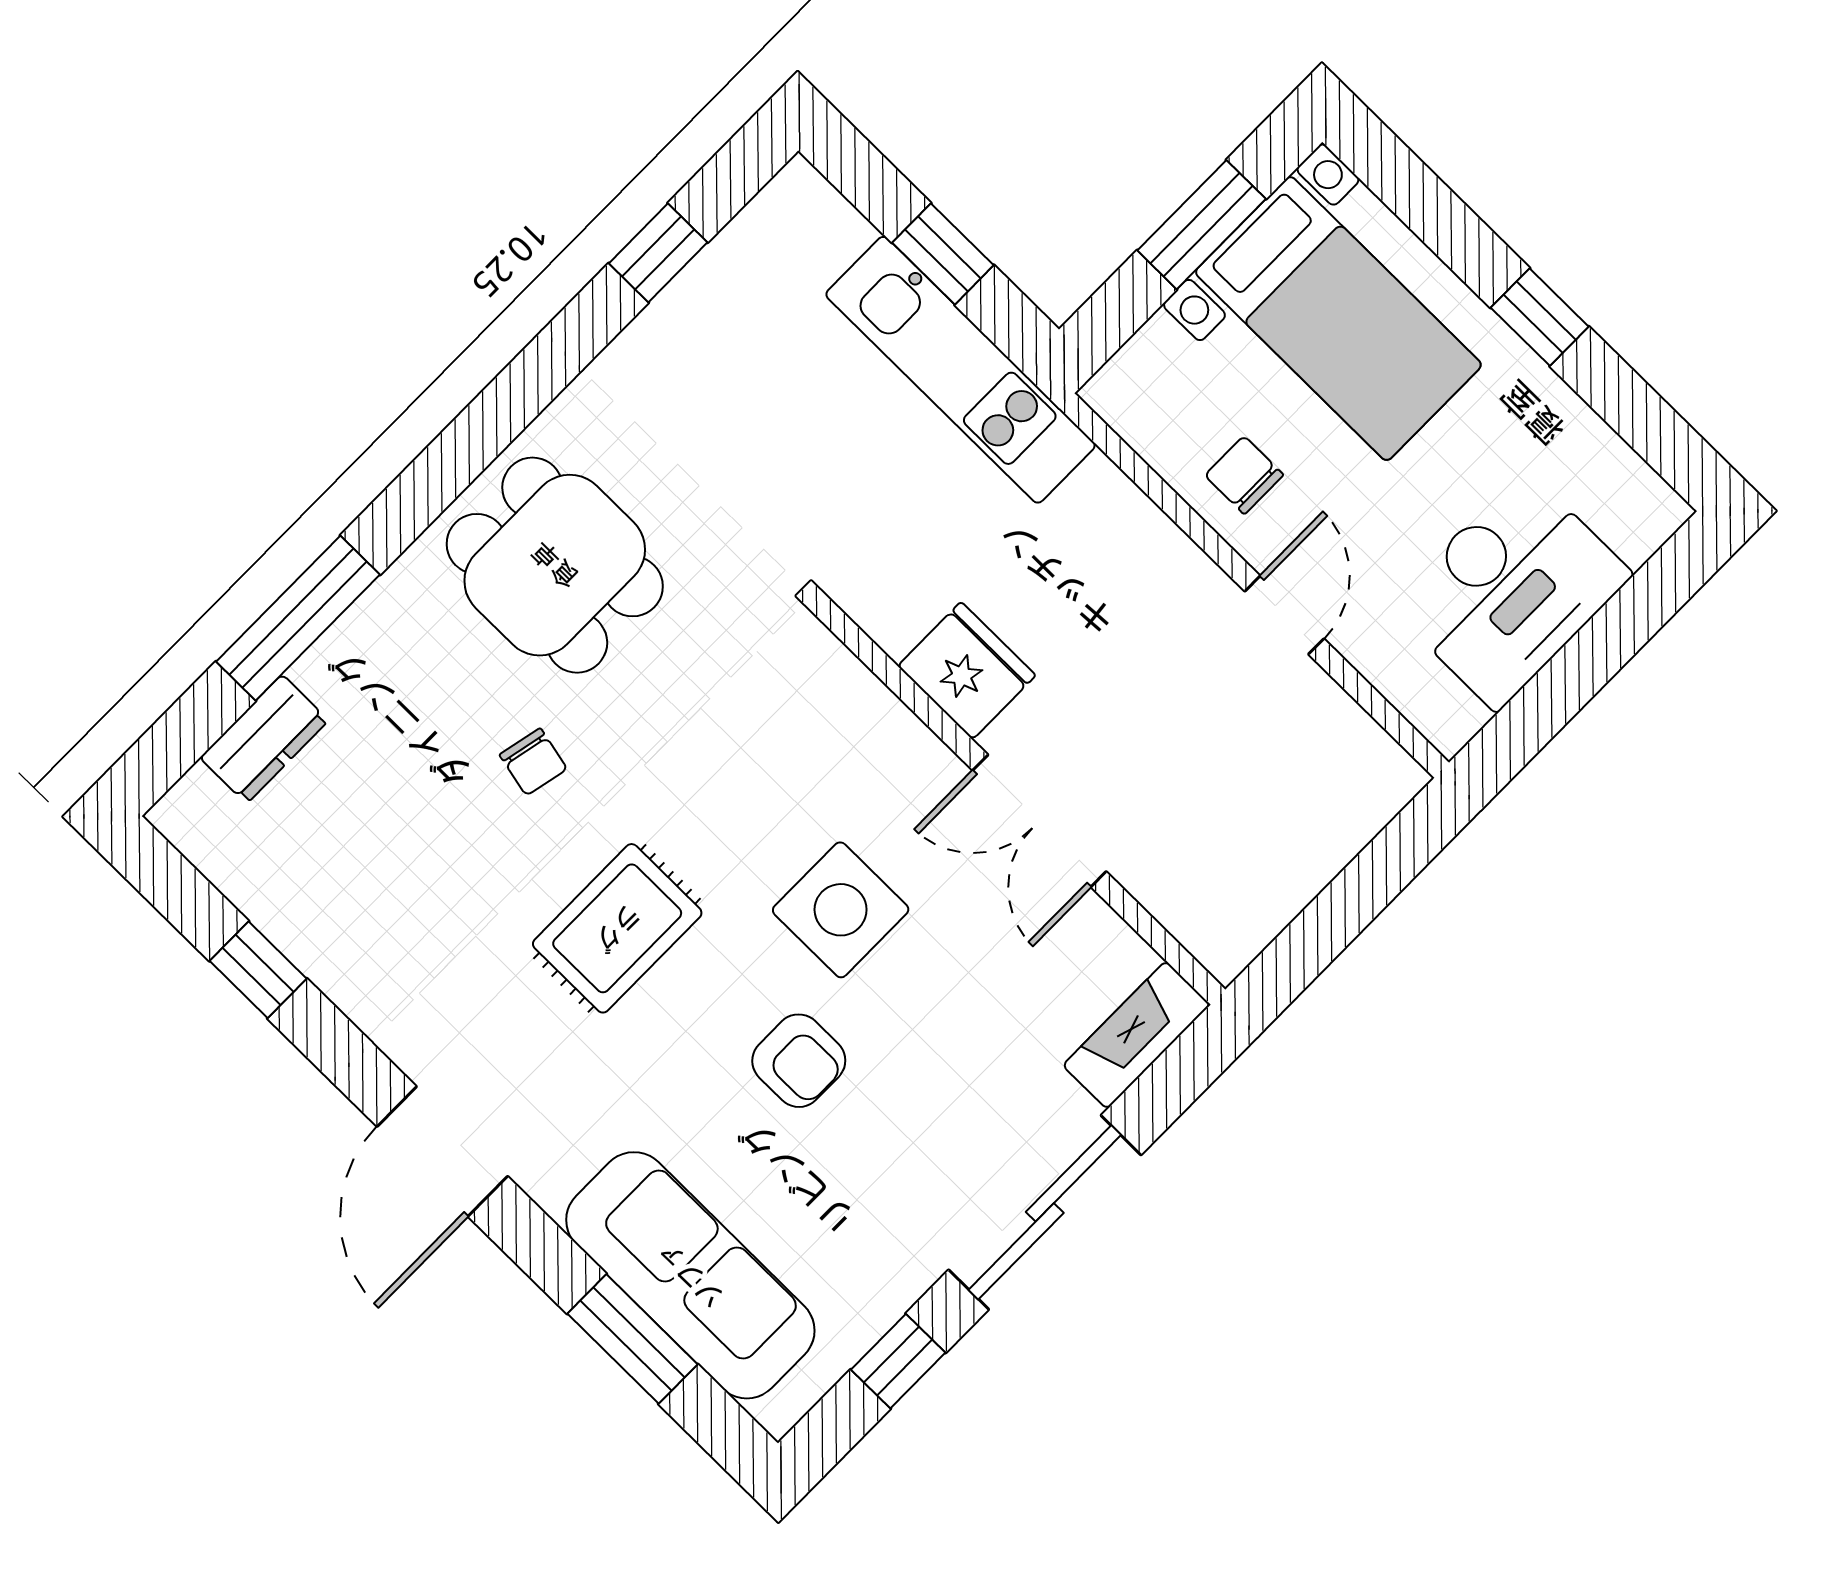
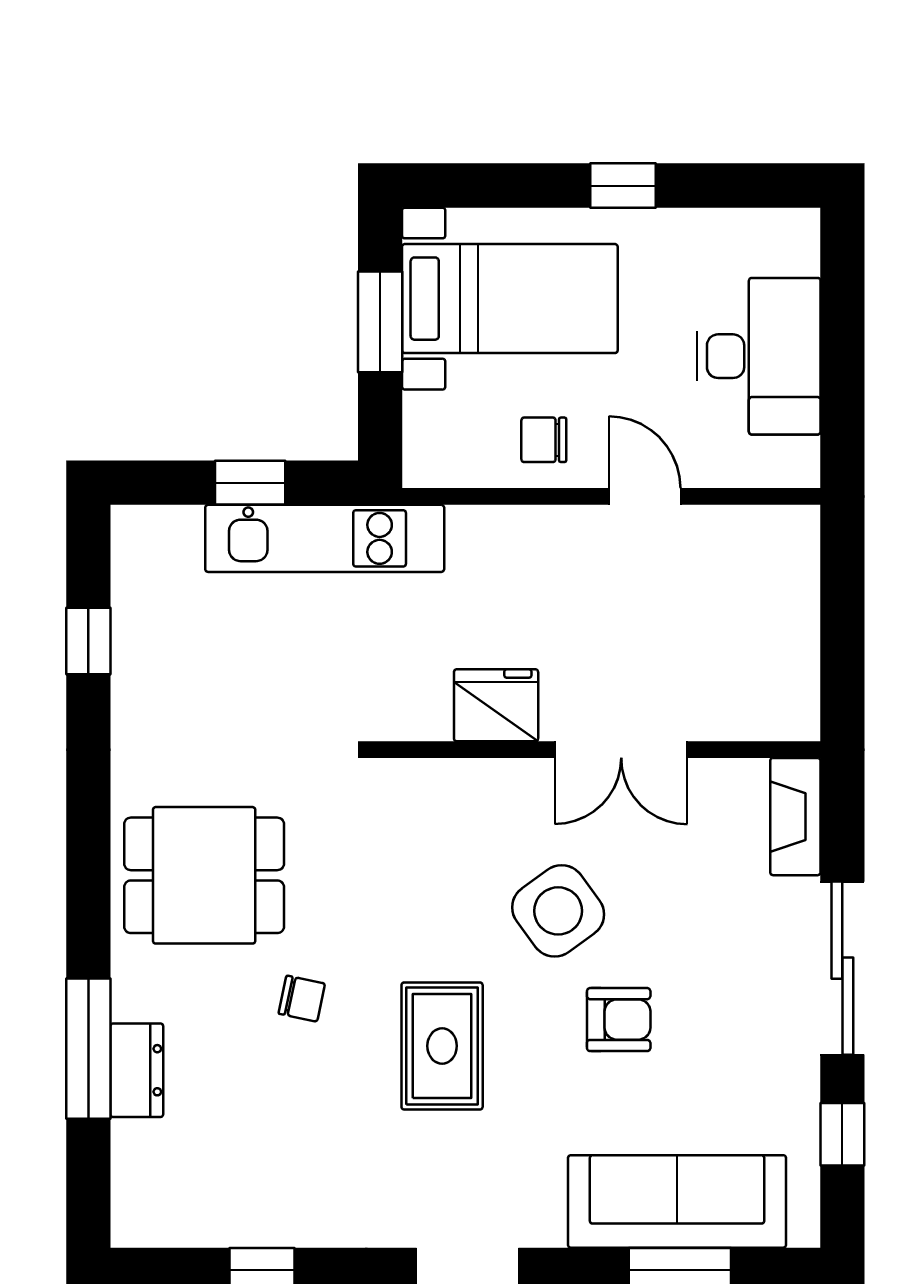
dresser: (264, 739) -> (137, 1070), moved
side table: (841, 910) -> (558, 911), turned -36

